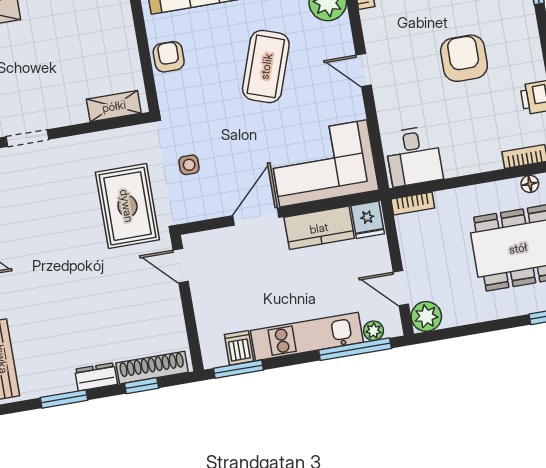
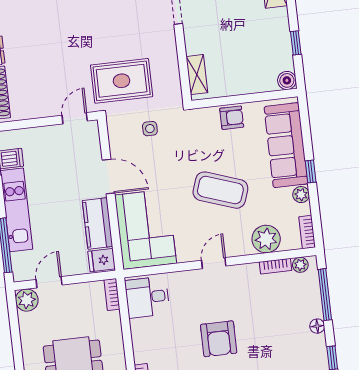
armchair: (464, 58) -> (219, 339), turned 90
plant: (373, 331) -> (18, 260), removed

